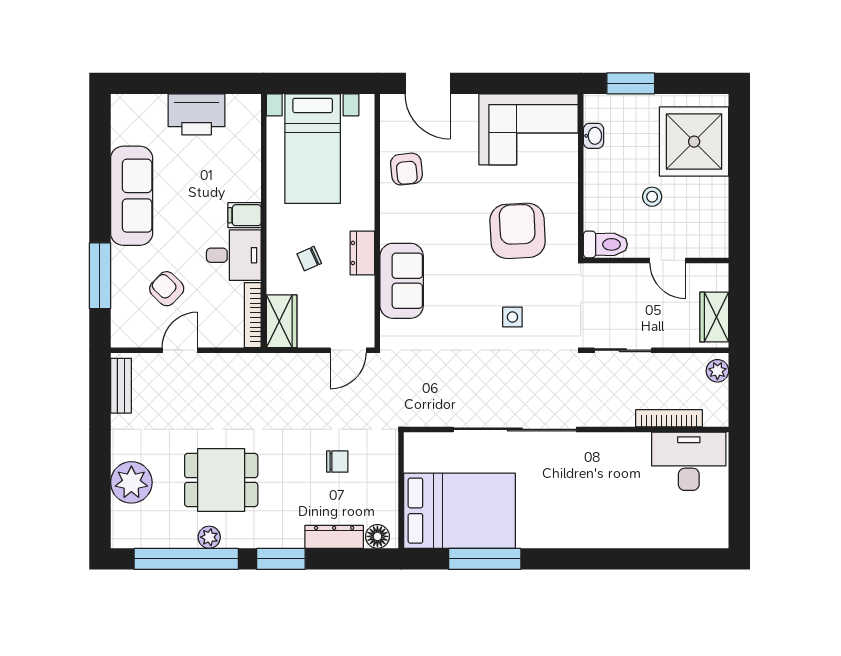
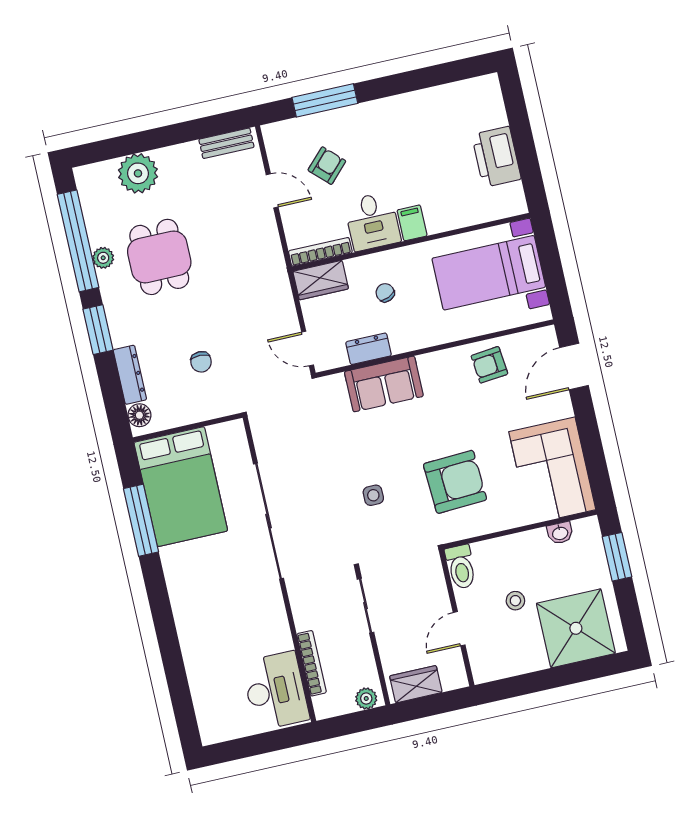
sofa: (132, 196) -> (406, 113), removed
dresser: (362, 253) -> (368, 349), moved

